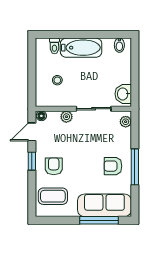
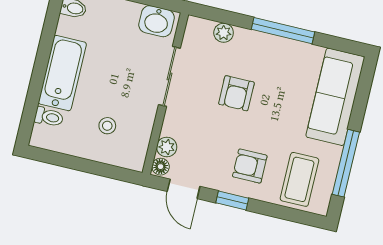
plant: (66, 117) -> (167, 147), moved
plant: (126, 122) -> (224, 33), moved
armchair: (113, 166) -> (236, 93), moved
window: (99, 220) -> (346, 163), moved

